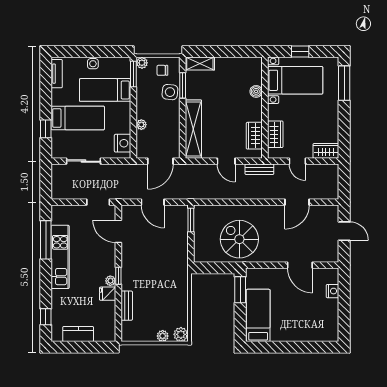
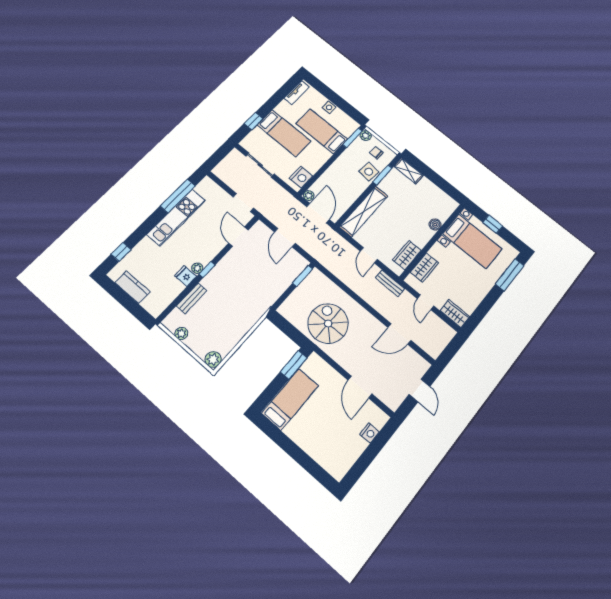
plant: (141, 125) -> (309, 196), moved
door: (160, 161) -> (318, 213), swing flipped
plant: (163, 336) -> (181, 333), moved

